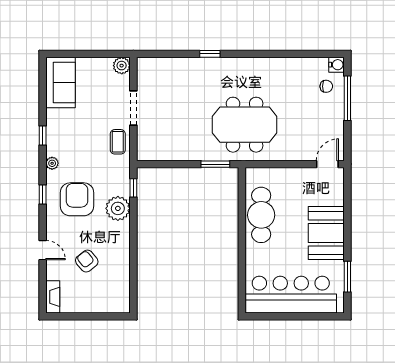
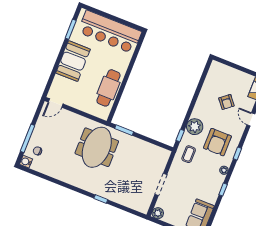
meeting table: (245, 125) -> (97, 147), turned 90
coffee table: (118, 142) -> (189, 154), moved

